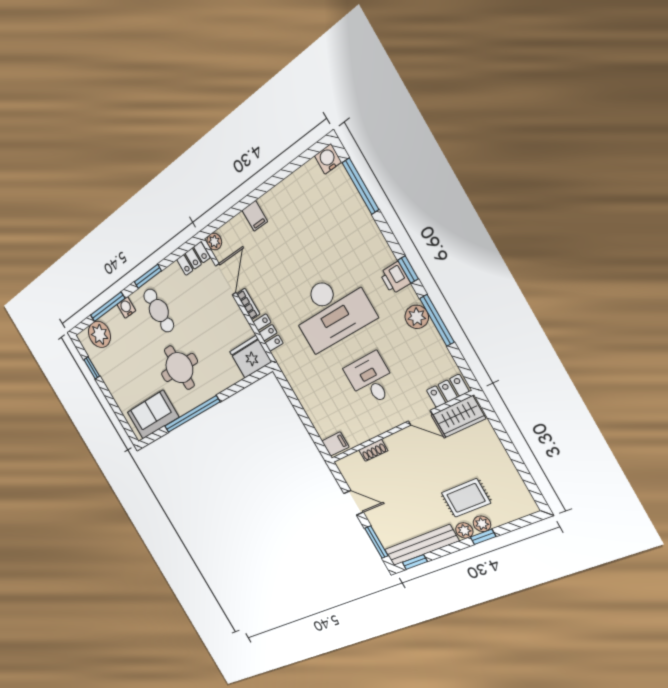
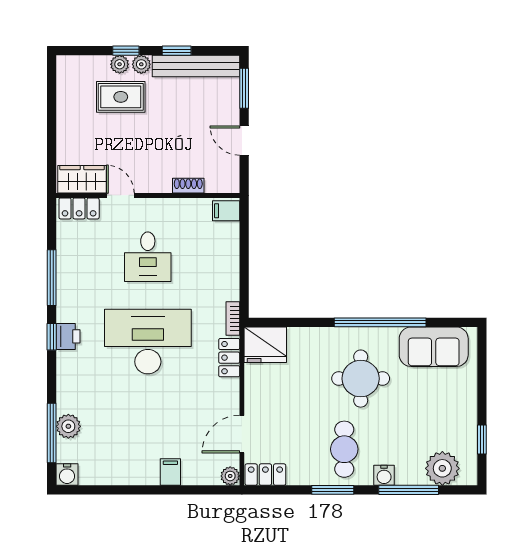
bookcase: (248, 304) -> (233, 319), moved
plant: (417, 317) -> (68, 426), moved
window: (415, 562) -> (177, 51), moved

